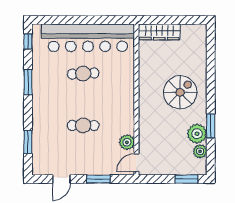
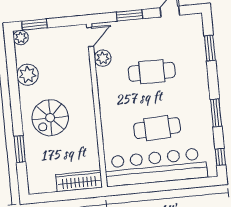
cafe table: (83, 74) -> (157, 128), width x1.37, depth x1.35
cafe table: (83, 125) -> (152, 72), width x1.37, depth x1.35
window: (211, 126) -> (20, 149), moved
plant: (200, 151) -> (21, 38), moved

